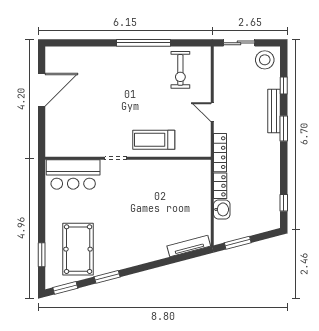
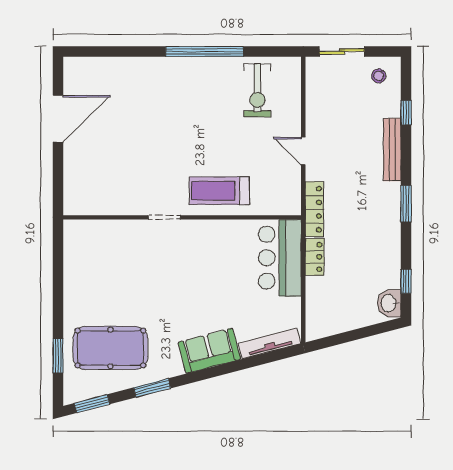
stool: (265, 60) -> (379, 76), width x0.53, depth x0.53
window: (284, 129) -> (406, 204), moved
bar counter: (73, 174) -> (280, 258), moved, turned 90
washbasin: (222, 209) -> (389, 303), moved, turned 180
window: (238, 243) -> (340, 339), removed
pool table: (78, 249) -> (110, 348), turned 90
sofa: (147, 251) -> (209, 351), added

